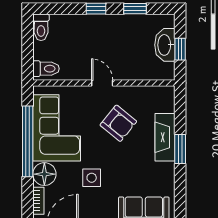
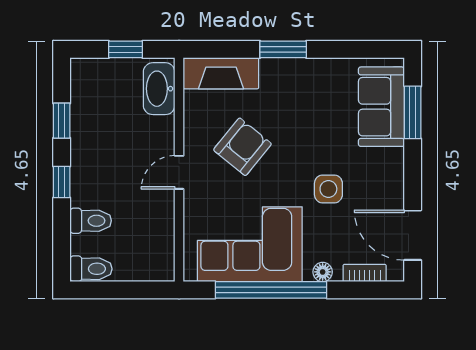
washbasin: (165, 45) -> (159, 89), moved, turned 90
toilet: (46, 69) -> (91, 221), moved, turned 90
fireplace: (165, 137) -> (221, 73), moved
floor lamp: (44, 174) -> (323, 272), width x0.53, depth x0.53

